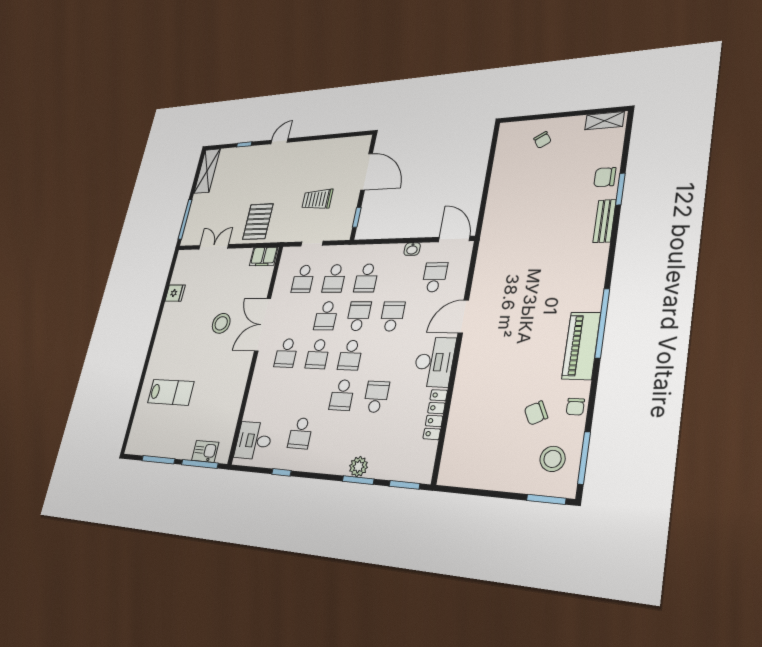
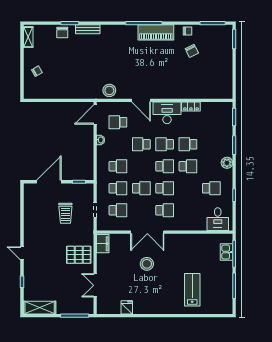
school desk: (358, 316) -> (165, 144), moved
locker: (435, 414) -> (191, 107), width x0.66
stool: (553, 459) -> (109, 90), moved
plant: (358, 467) -> (227, 163), moved

